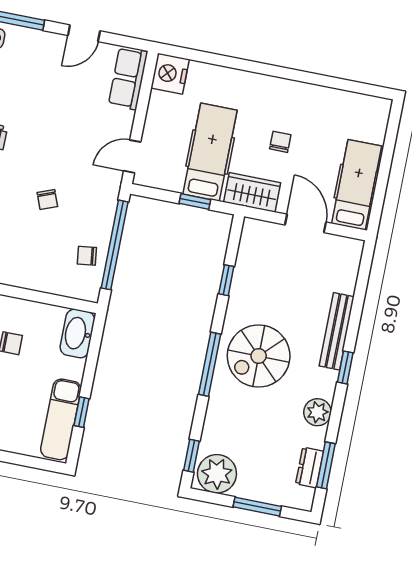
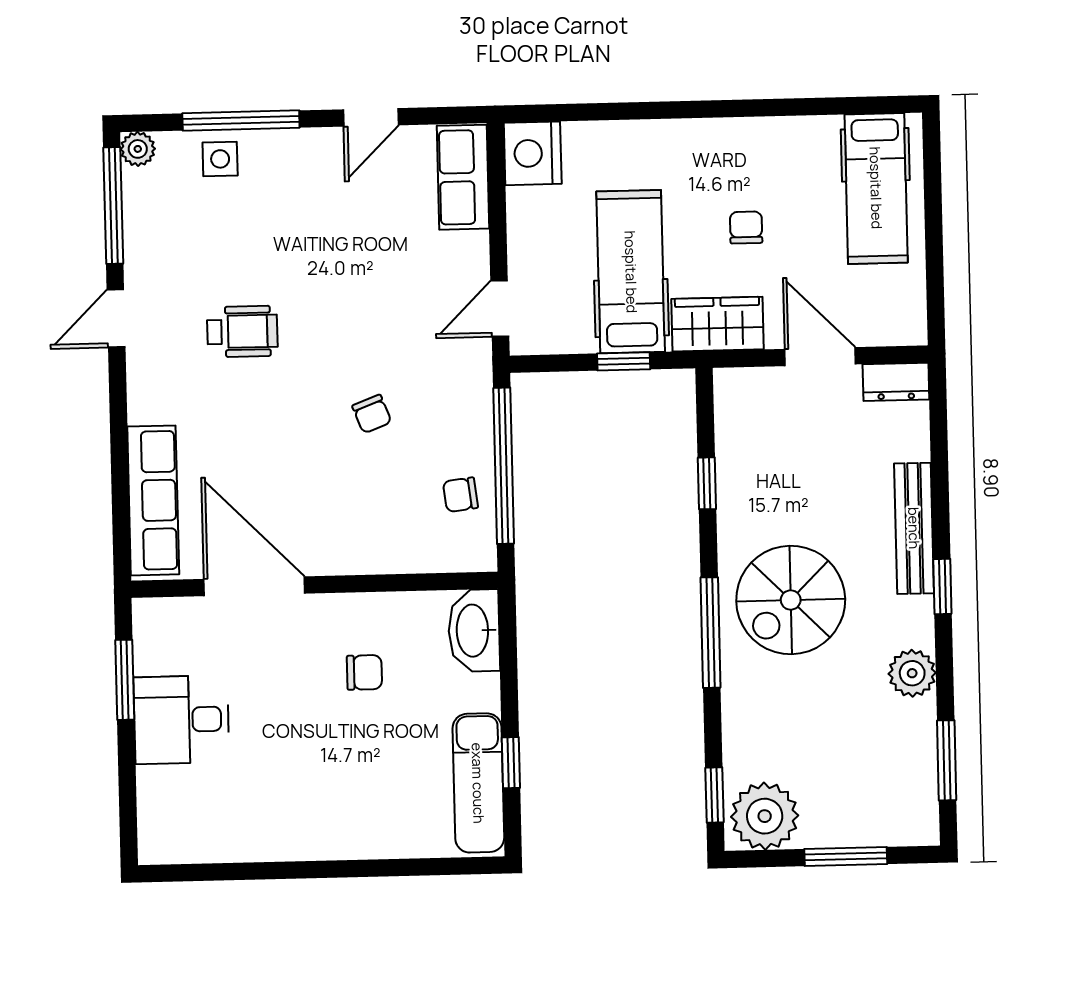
hospital bed: (357, 185) -> (876, 188), moved, turned 180
dresser: (310, 468) -> (896, 382), moved, turned -90

